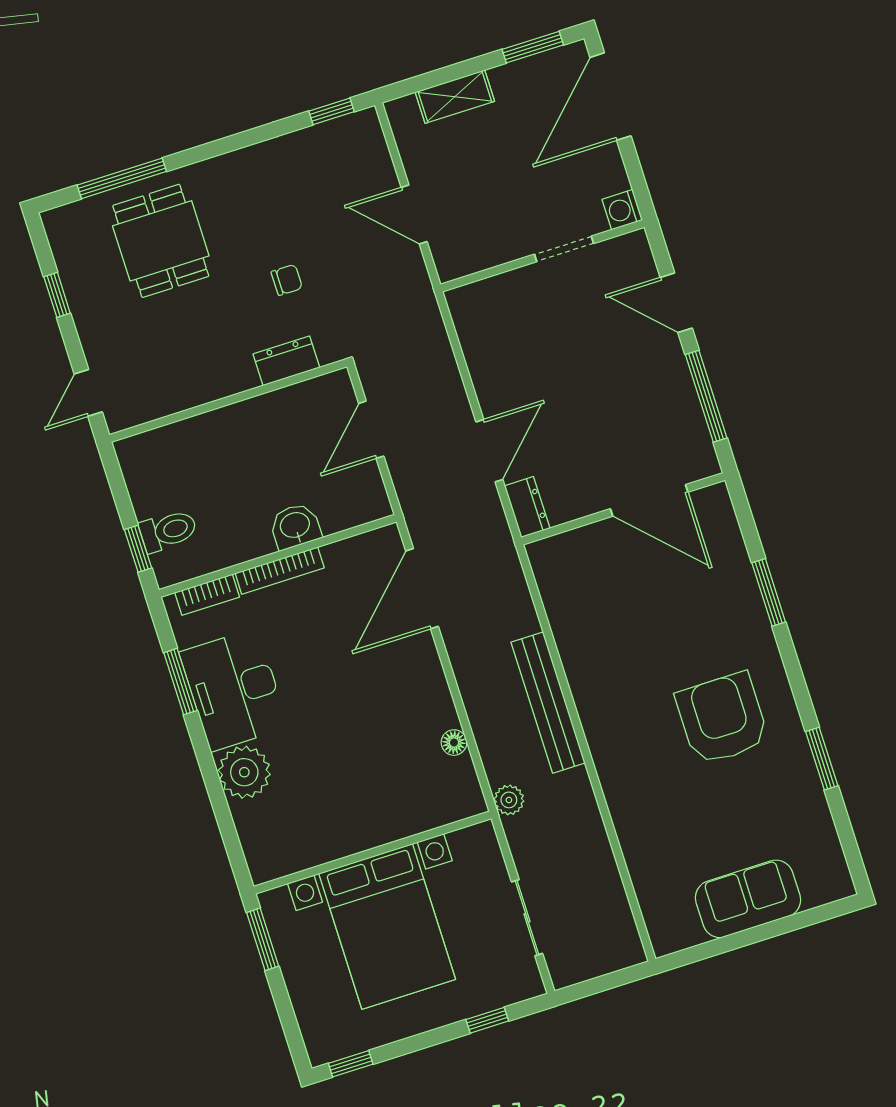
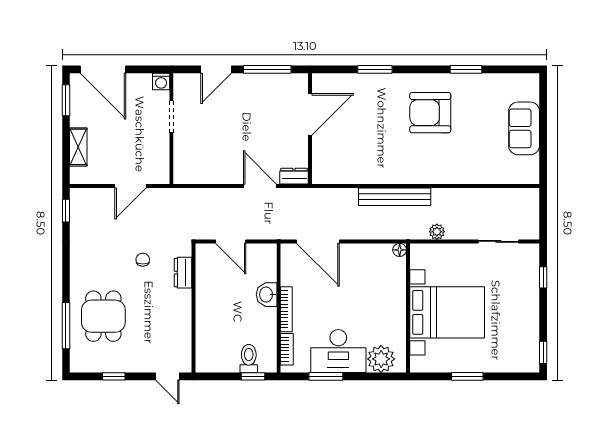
dining table: (161, 241) -> (103, 316), turned 90
wall: (372, 853) -> (408, 308), moved
bed with nightstands: (387, 926) -> (447, 312), moved

